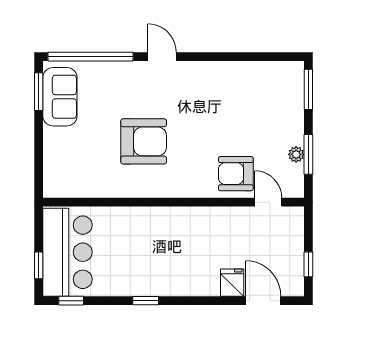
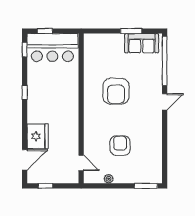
window: (39, 92) -> (131, 31), moved
window: (308, 154) -> (108, 186), removed
armchair: (236, 174) -> (120, 146), moved
door: (268, 202) -> (81, 163), hinge flipped
fridge: (232, 283) -> (38, 136), width x1.88, depth x1.34

